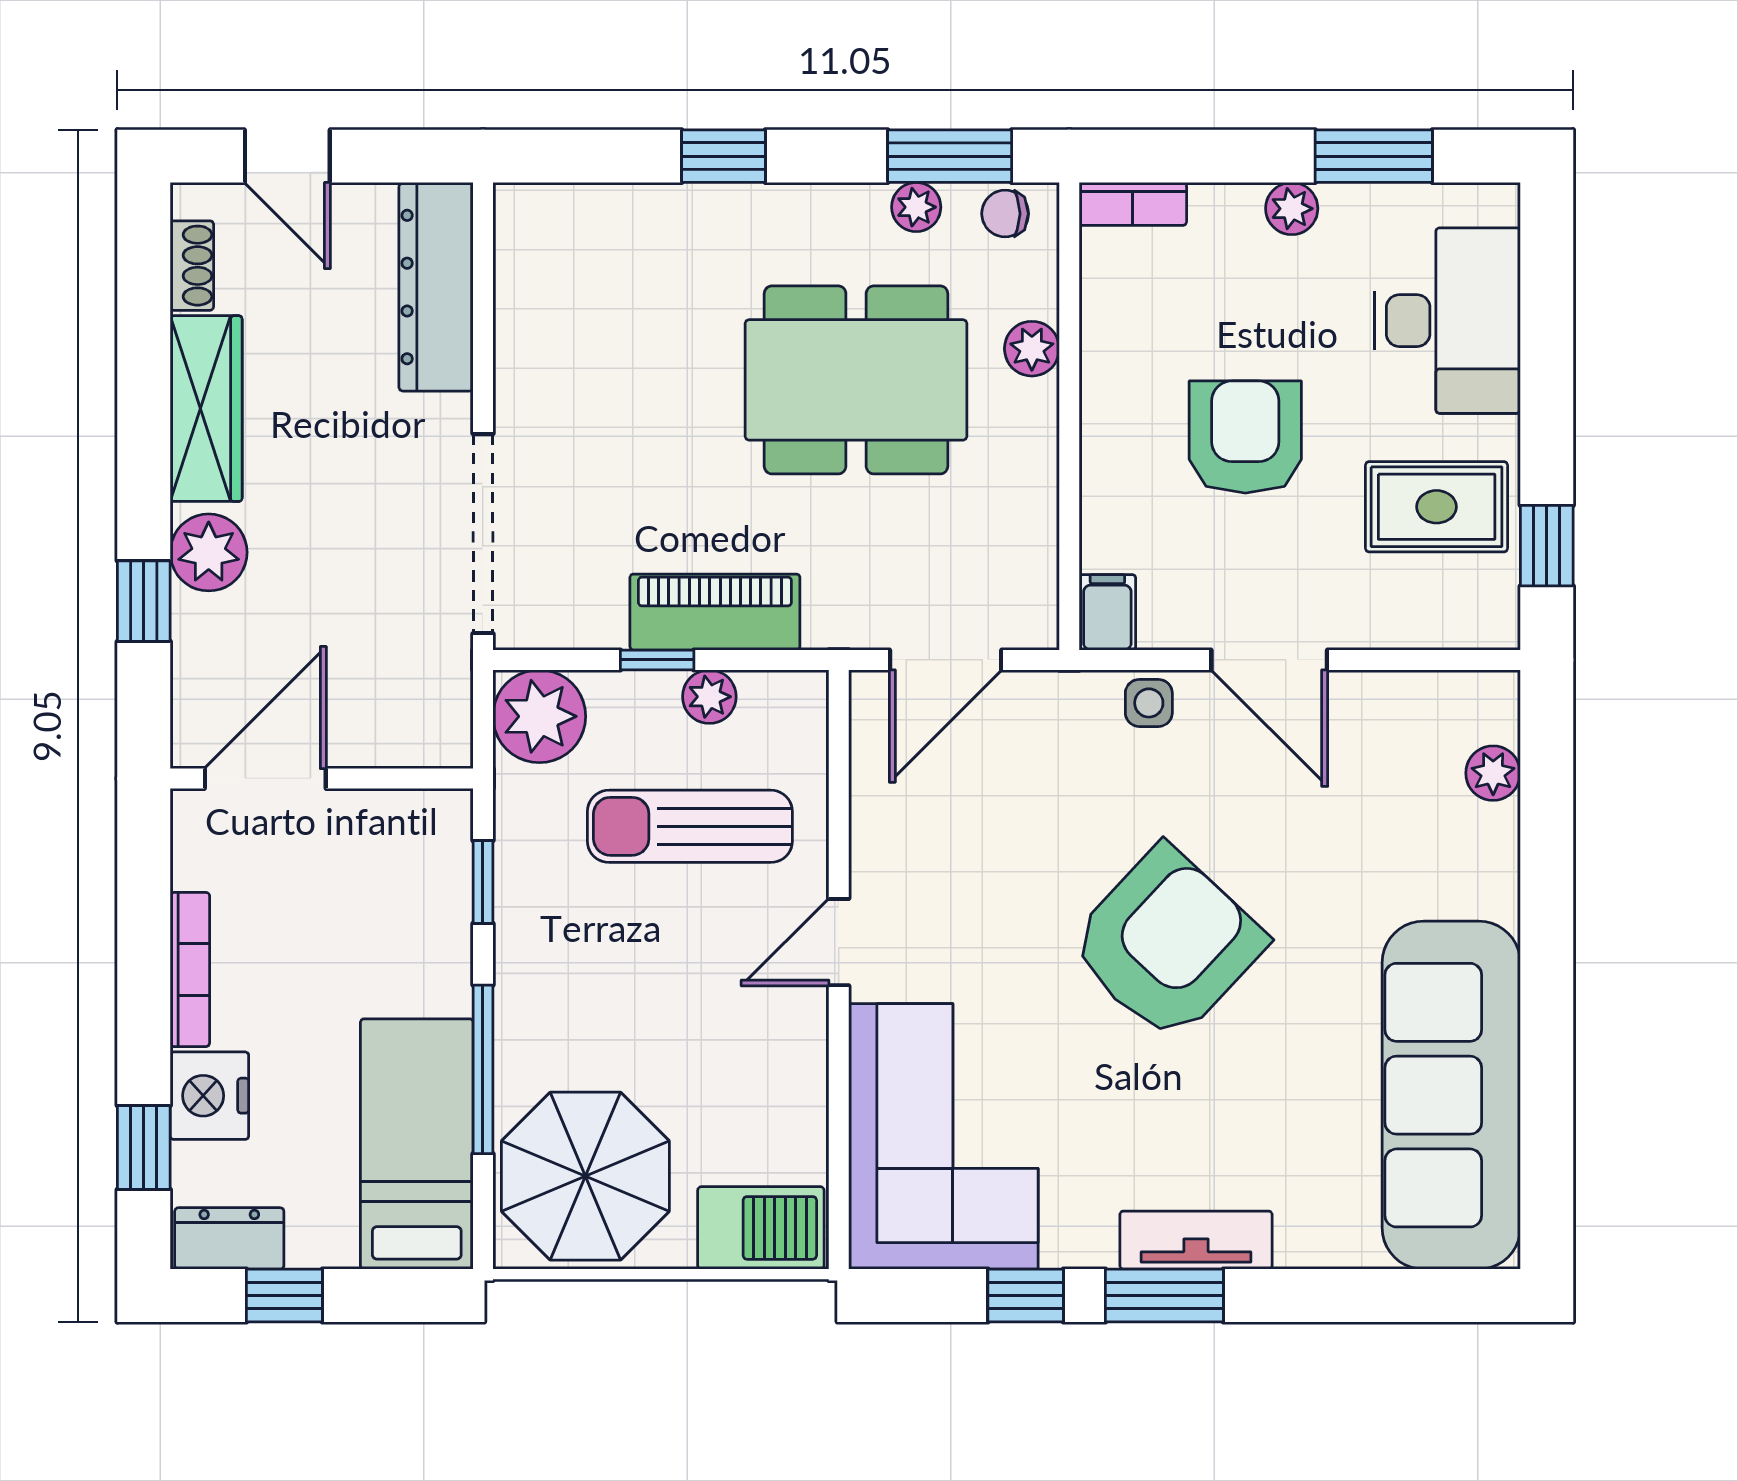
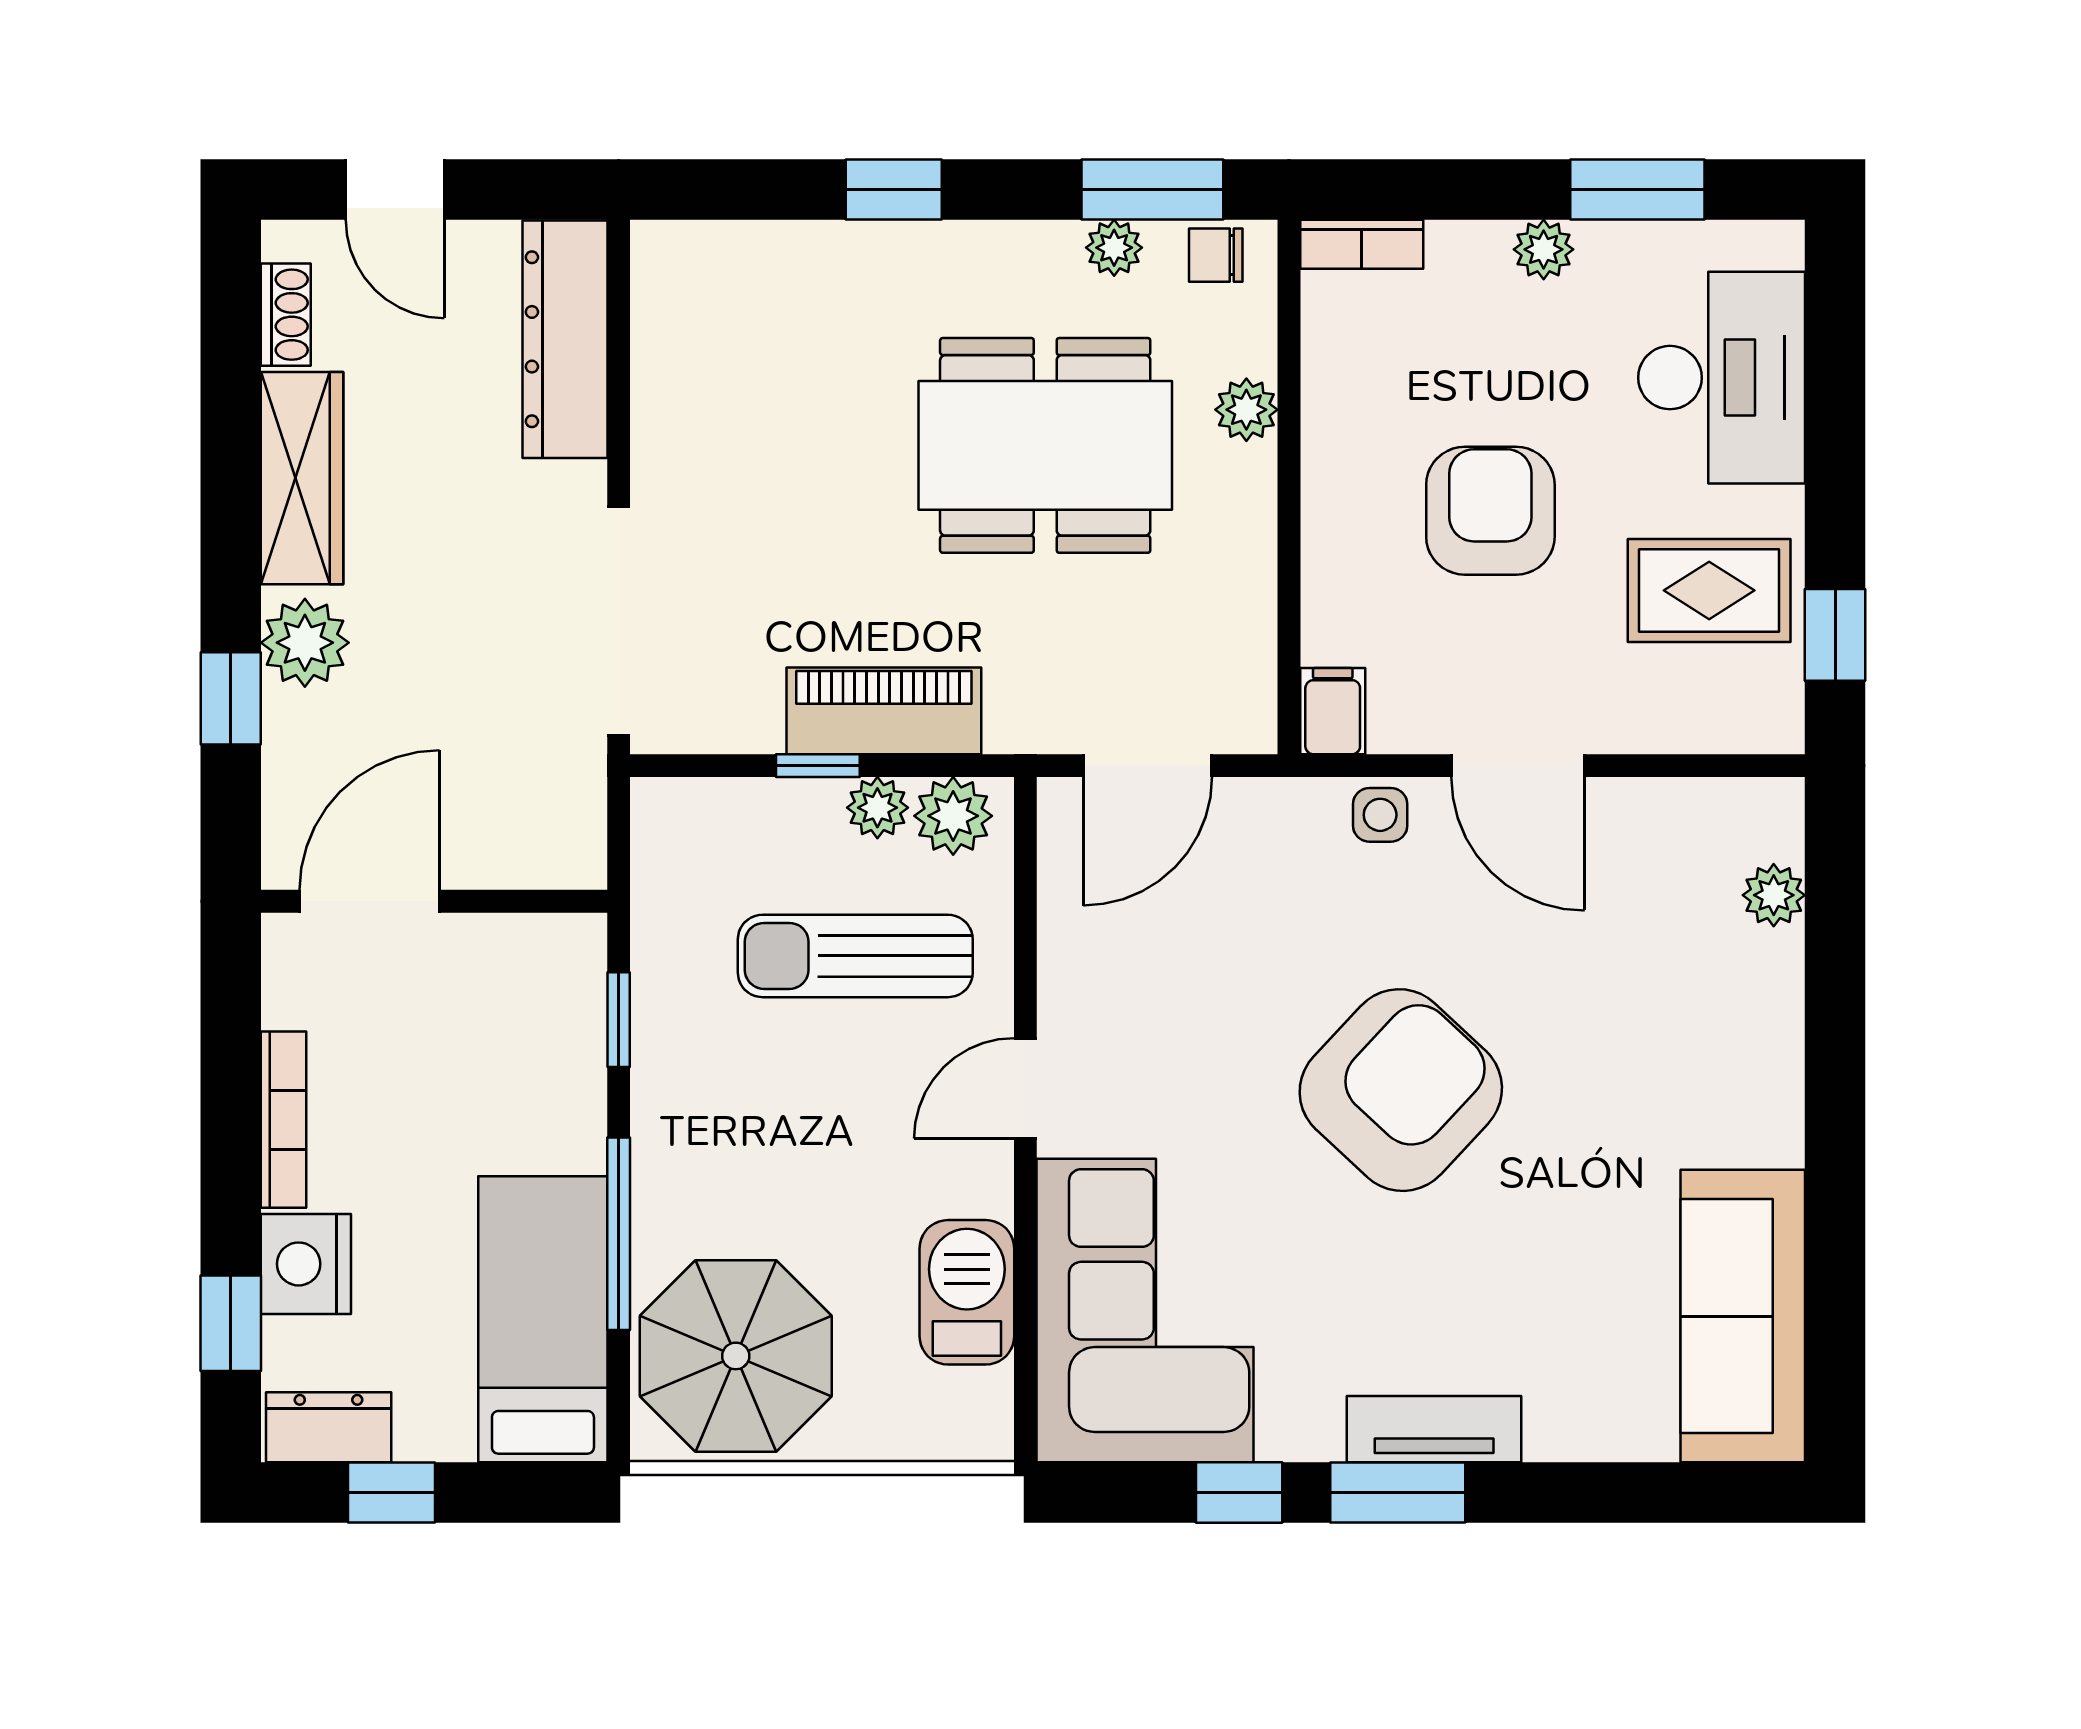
plant: (539, 716) -> (953, 816), moved, width x0.73, depth x0.73
sofa: (1451, 1095) -> (1743, 1316), width x0.74, depth x0.79
barbecue: (761, 1228) -> (967, 1292), moved, turned -90

